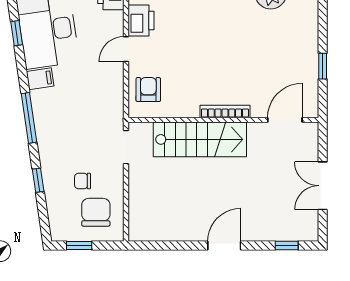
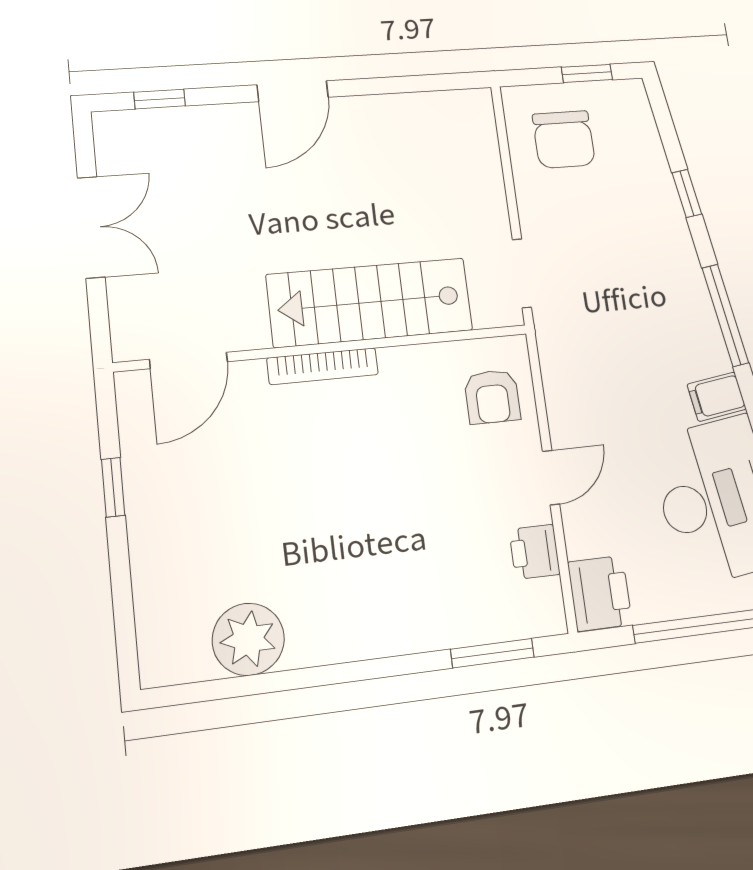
printer: (141, 20) -> (535, 552), width x0.73, depth x0.81
chair: (83, 181) -> (599, 199), removed

